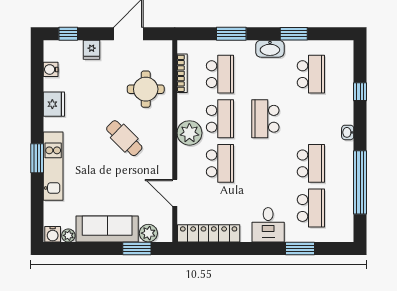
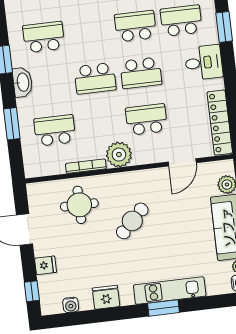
bookcase: (182, 73) -> (86, 166), moved
school desk: (220, 119) -> (141, 73), moved, turned 180

